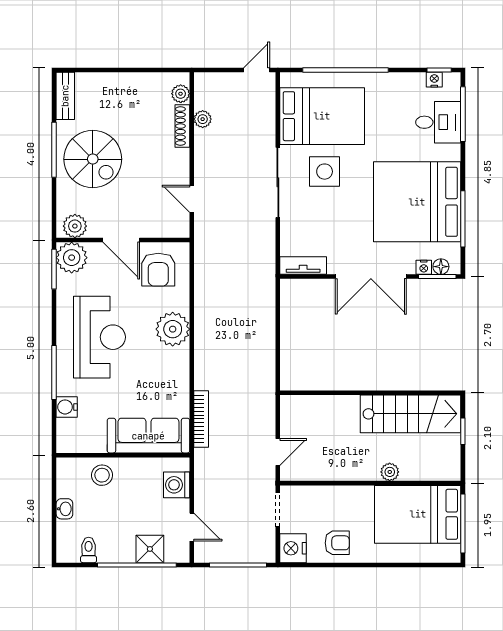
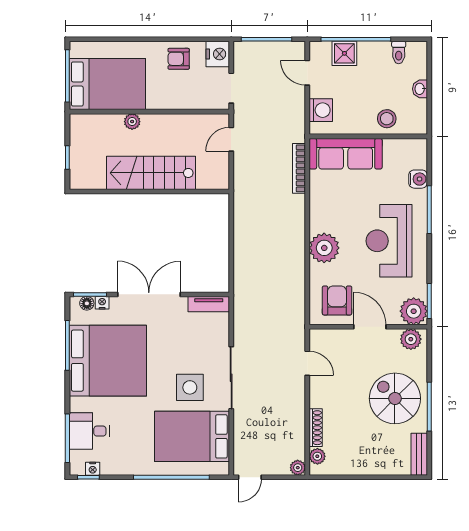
plant: (203, 119) -> (298, 468), moved
stairs: (411, 414) -> (151, 173), moved

